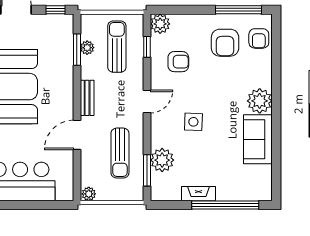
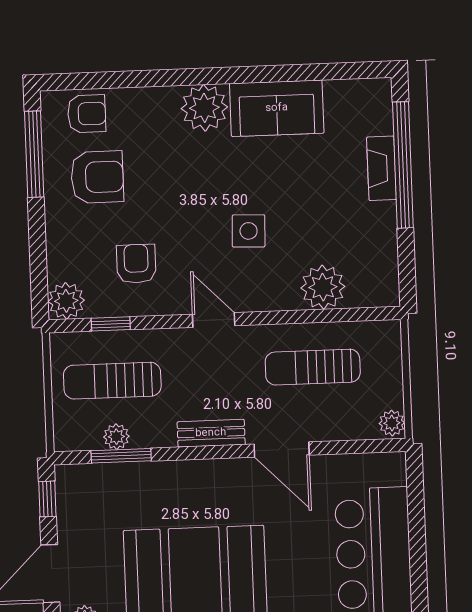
sun lounger: (120, 153) -> (313, 367), turned 180
window: (147, 170) -> (343, 315), removed
fireplace: (198, 194) -> (382, 168), moved

